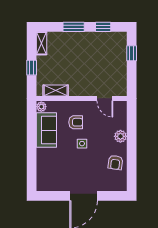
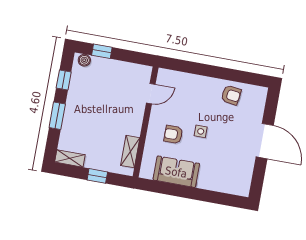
boiler: (122, 41) -> (84, 60), added
plant: (41, 107) -> (147, 173), removed
armchair: (76, 122) -> (173, 134), turned -90
plant: (120, 136) -> (200, 83), removed

